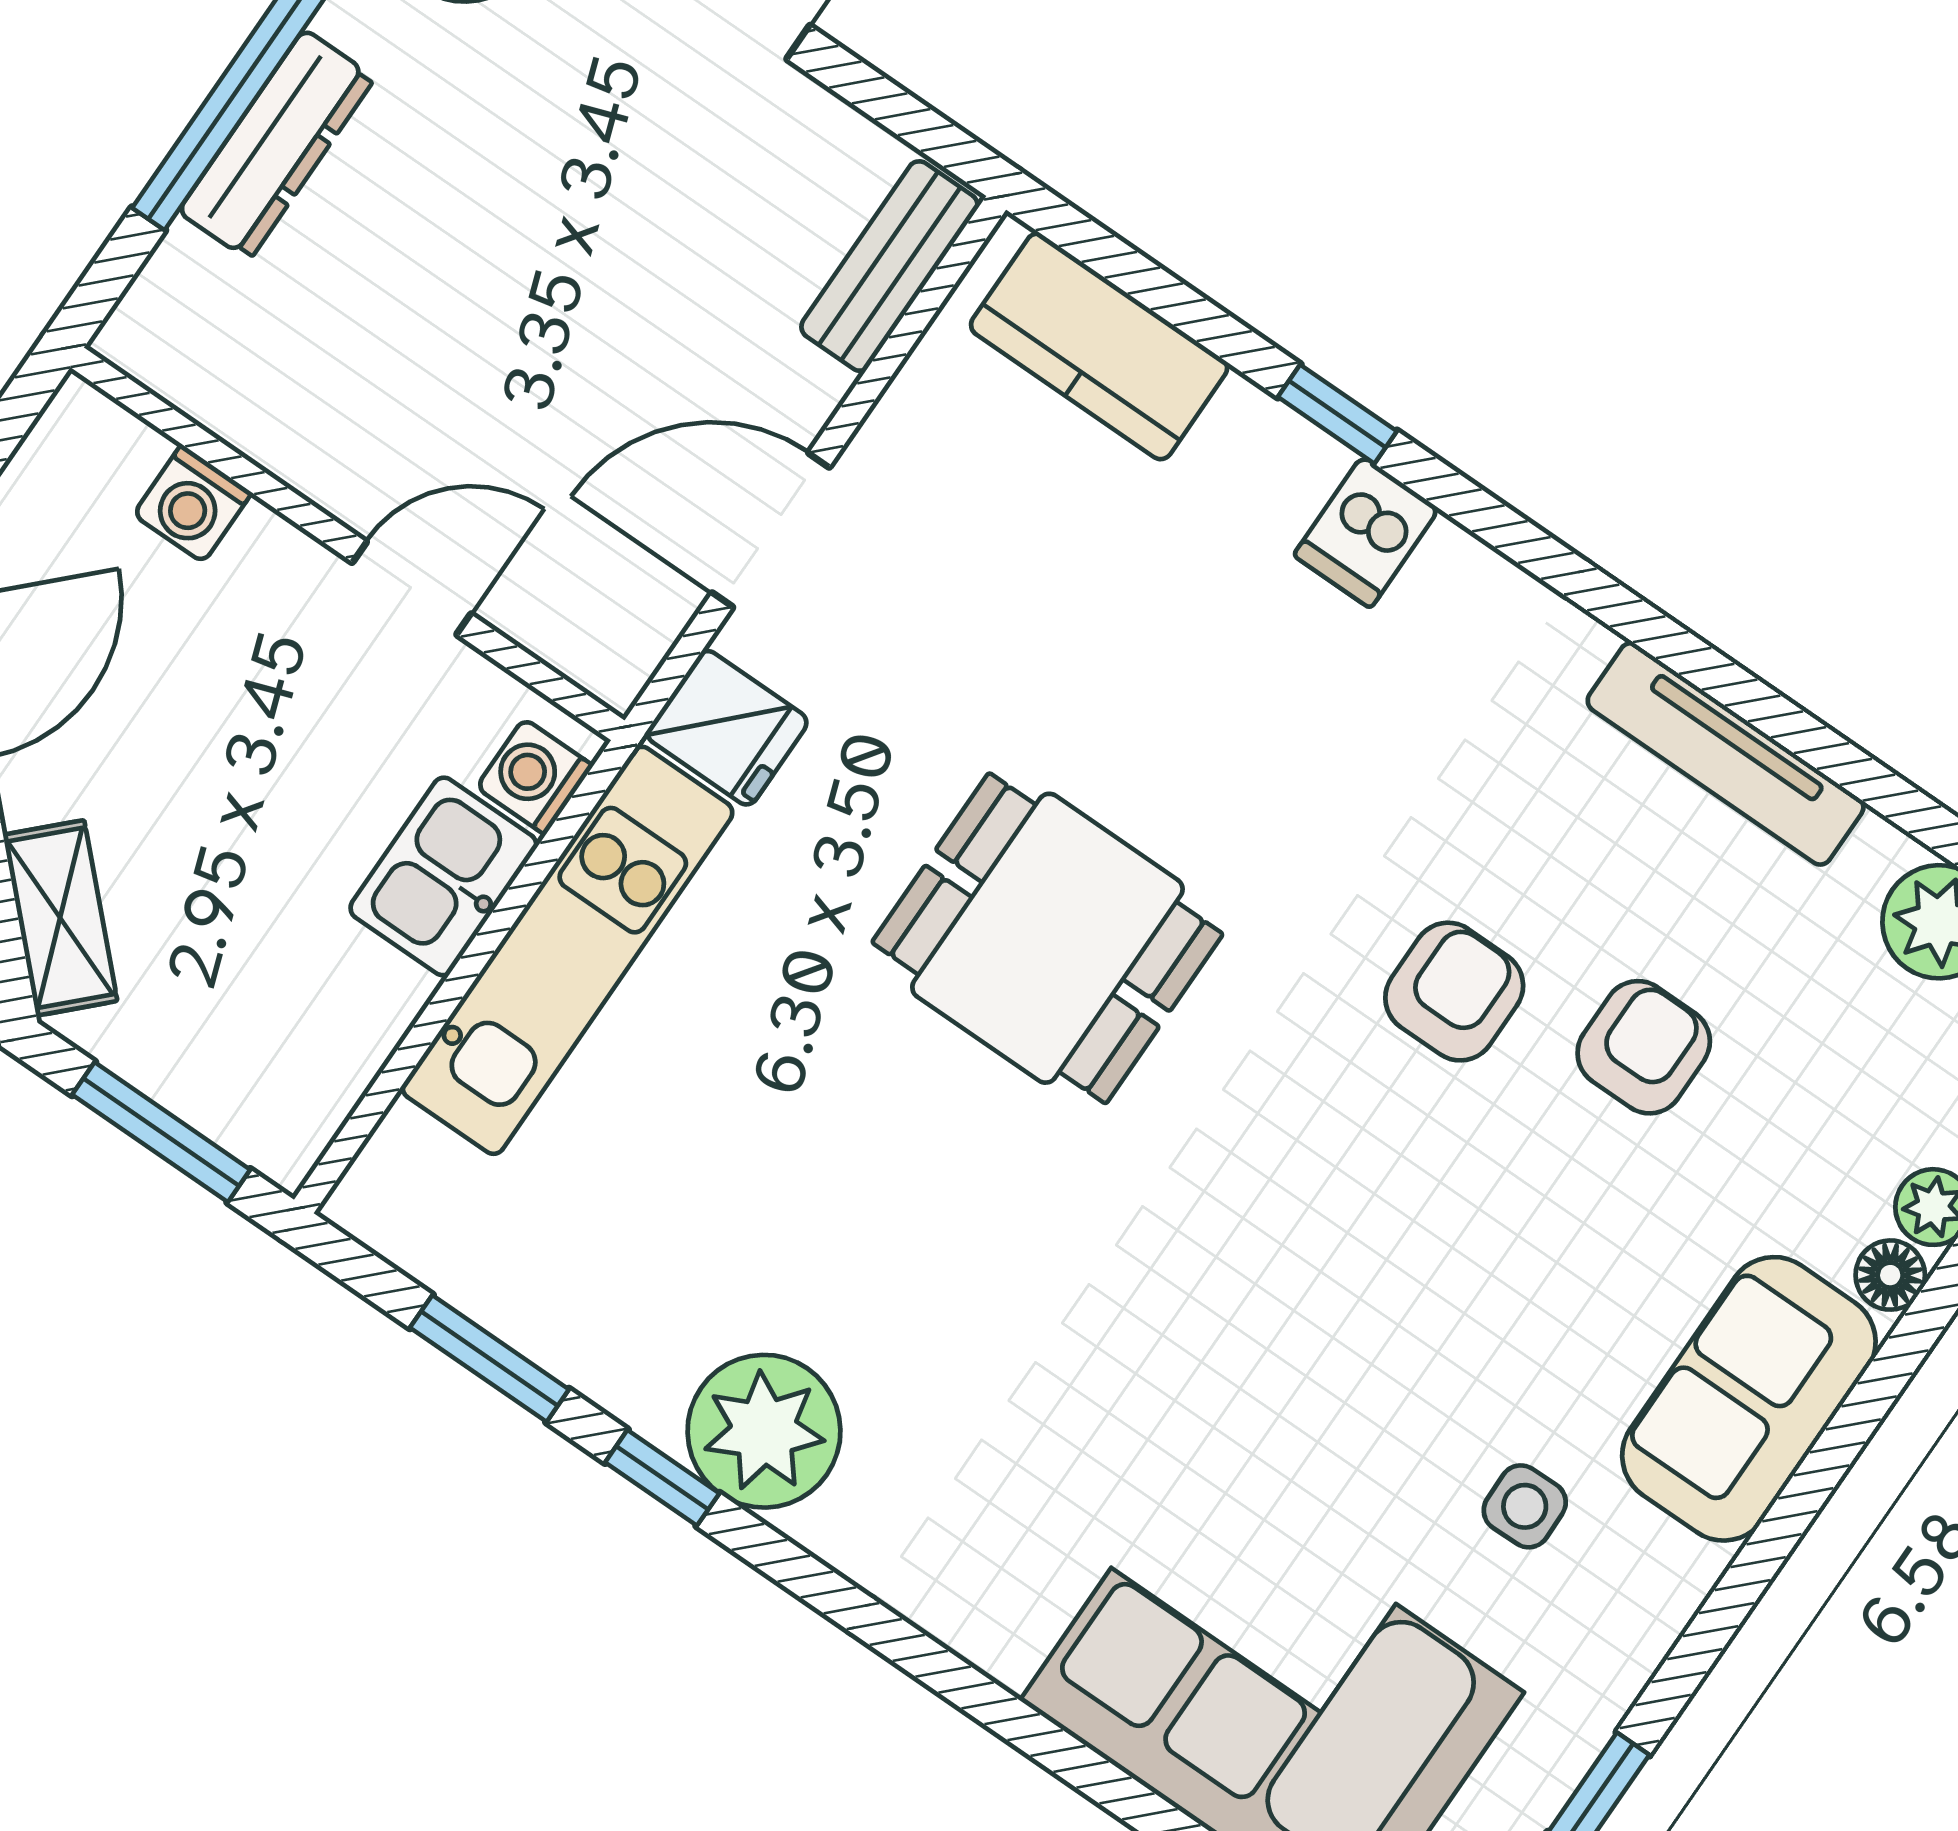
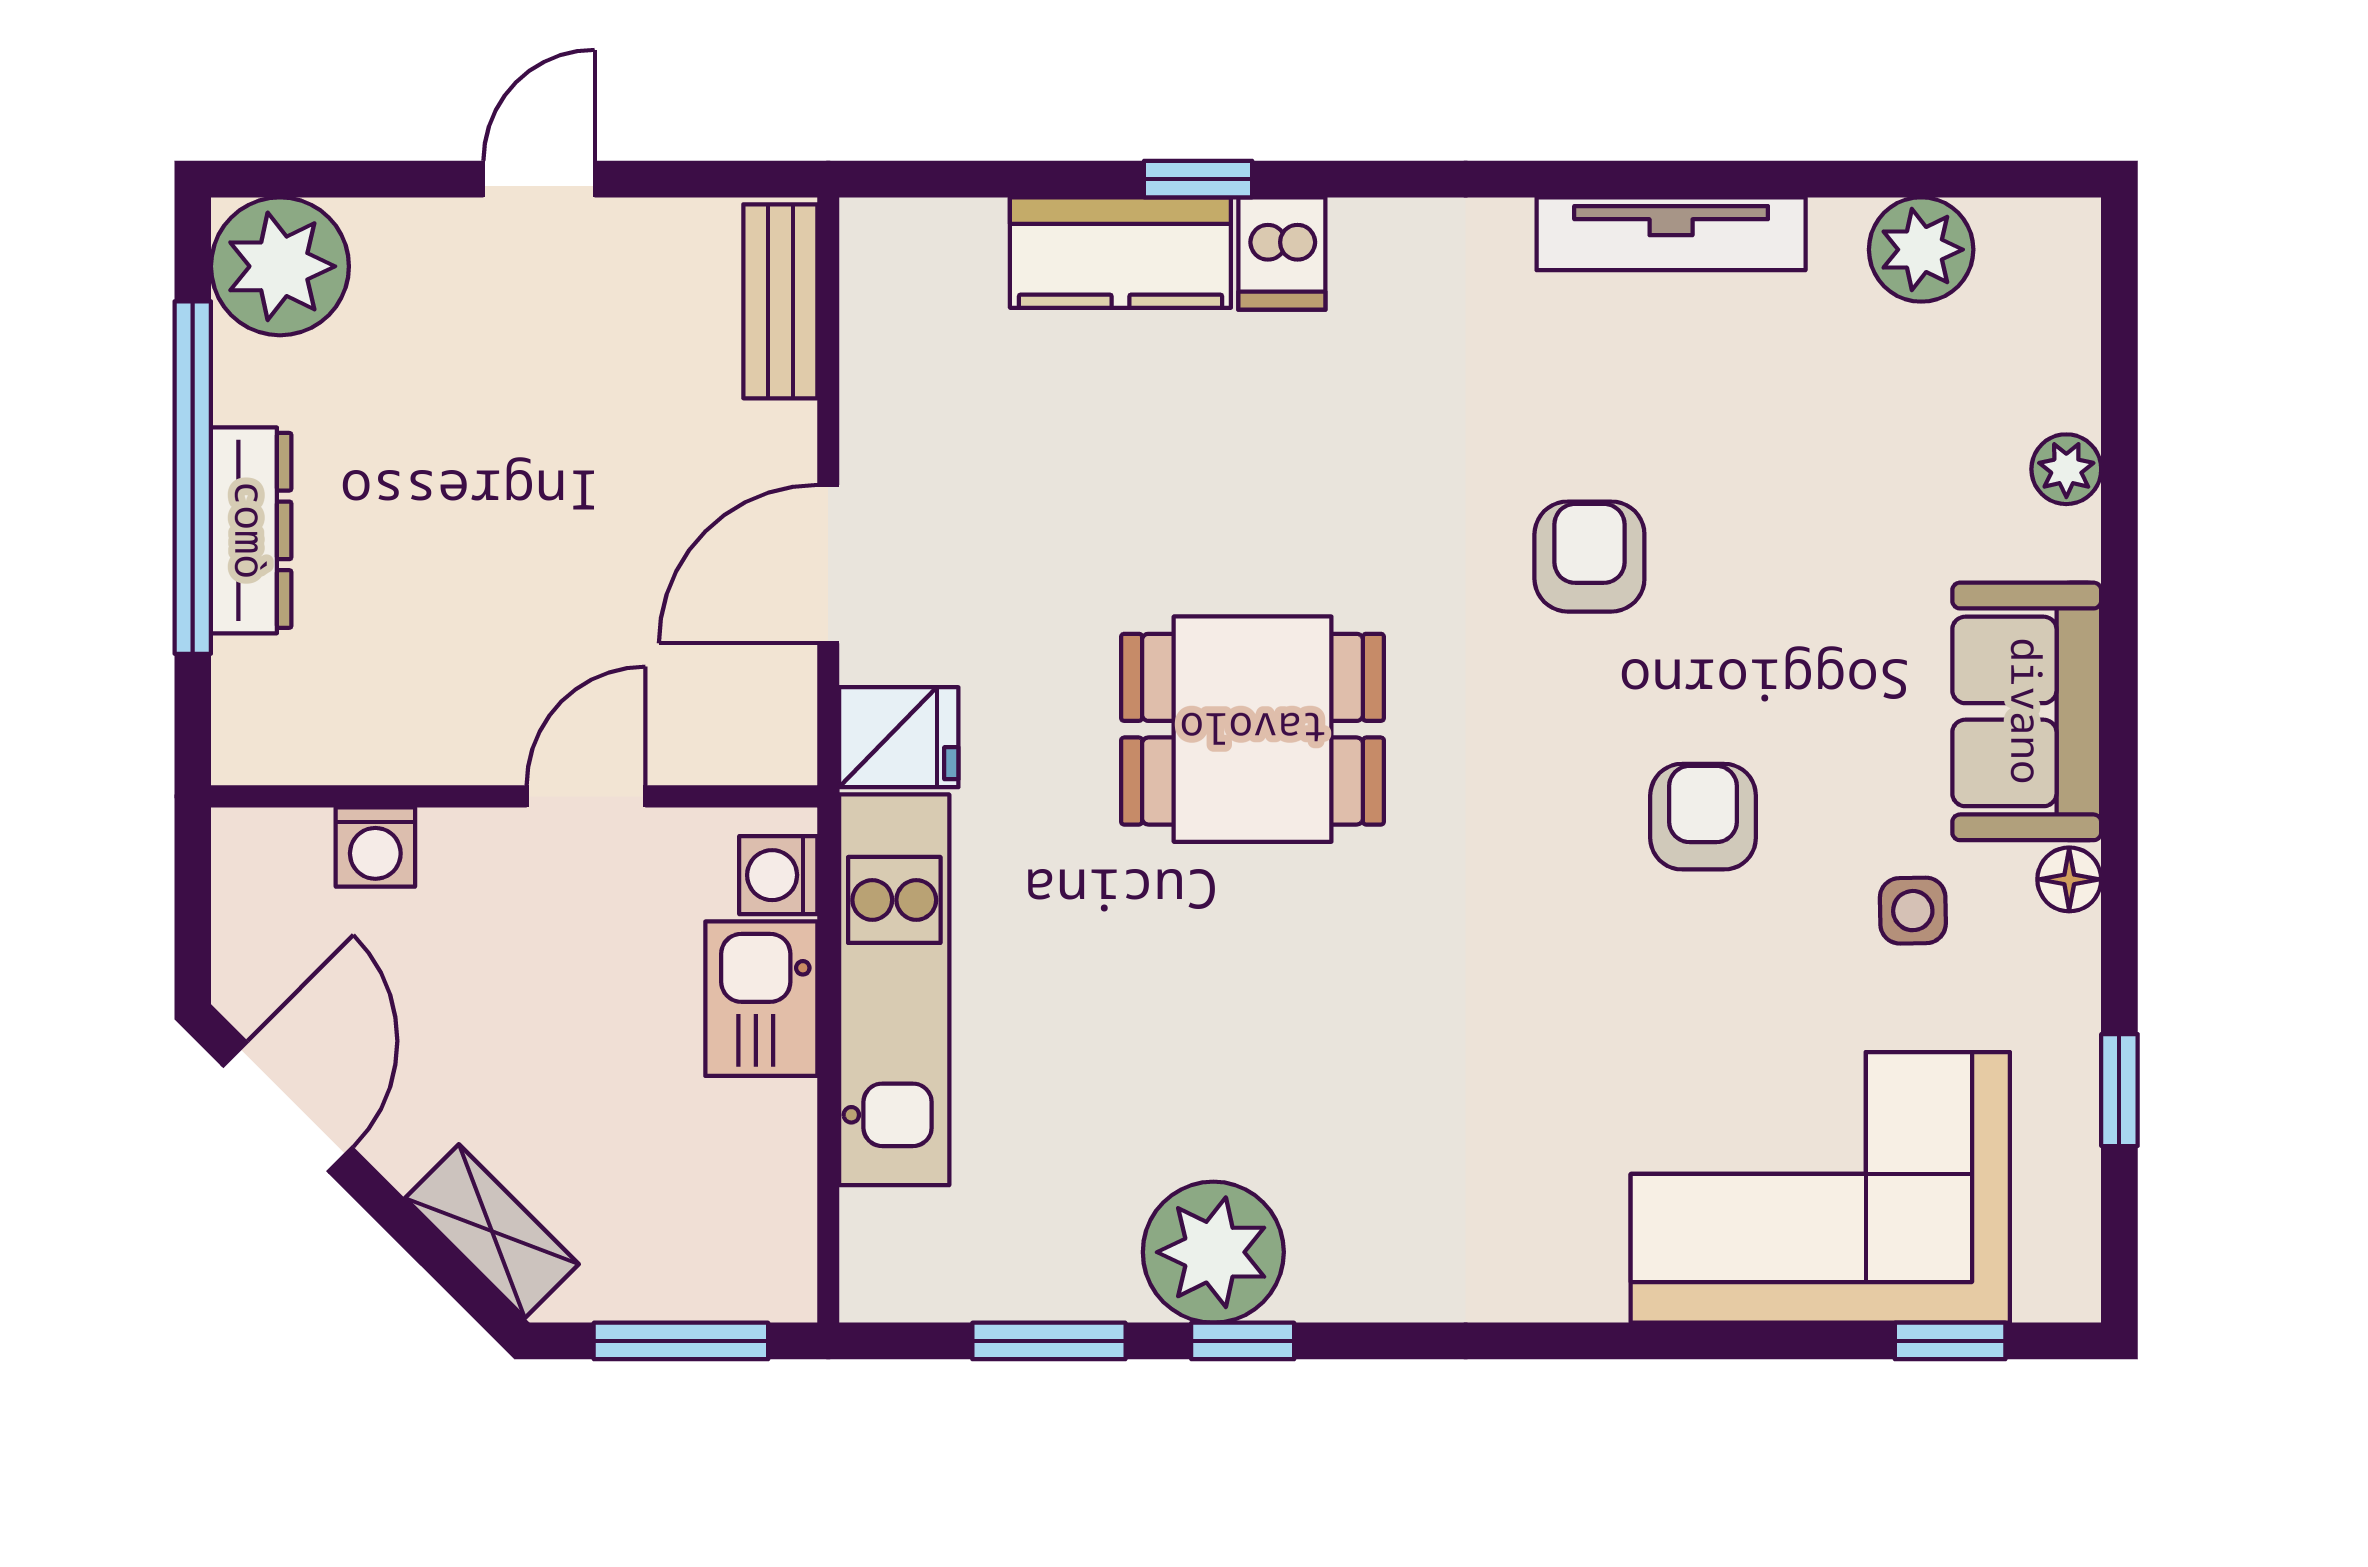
kitchen counter: (1099, 346) -> (1120, 253), moved
armchair: (1644, 1047) -> (1703, 817), moved
floor lamp: (1890, 1275) -> (2069, 879), moved
plant: (764, 1431) -> (1213, 1252), moved

